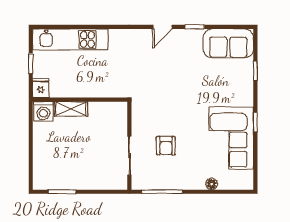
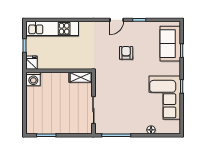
sofa: (228, 43) -> (170, 44), moved, turned 90
shelving: (71, 109) -> (81, 77), moved
armchair: (166, 146) -> (126, 53), moved, turned 180

